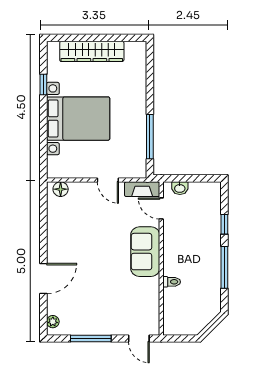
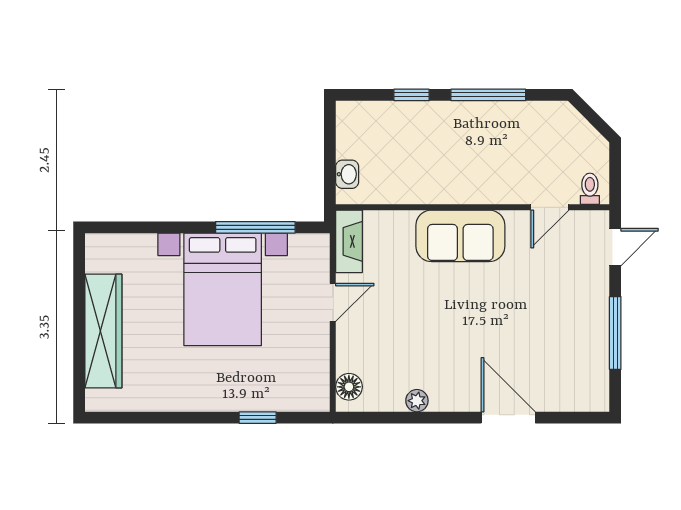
window: (43, 85) -> (258, 418), moved
bed with nightstands: (78, 119) -> (223, 289), moved, turned 180
door: (161, 208) -> (550, 207), moved
toilet: (172, 282) -> (590, 189), moved
plant: (53, 322) -> (417, 401), moved

